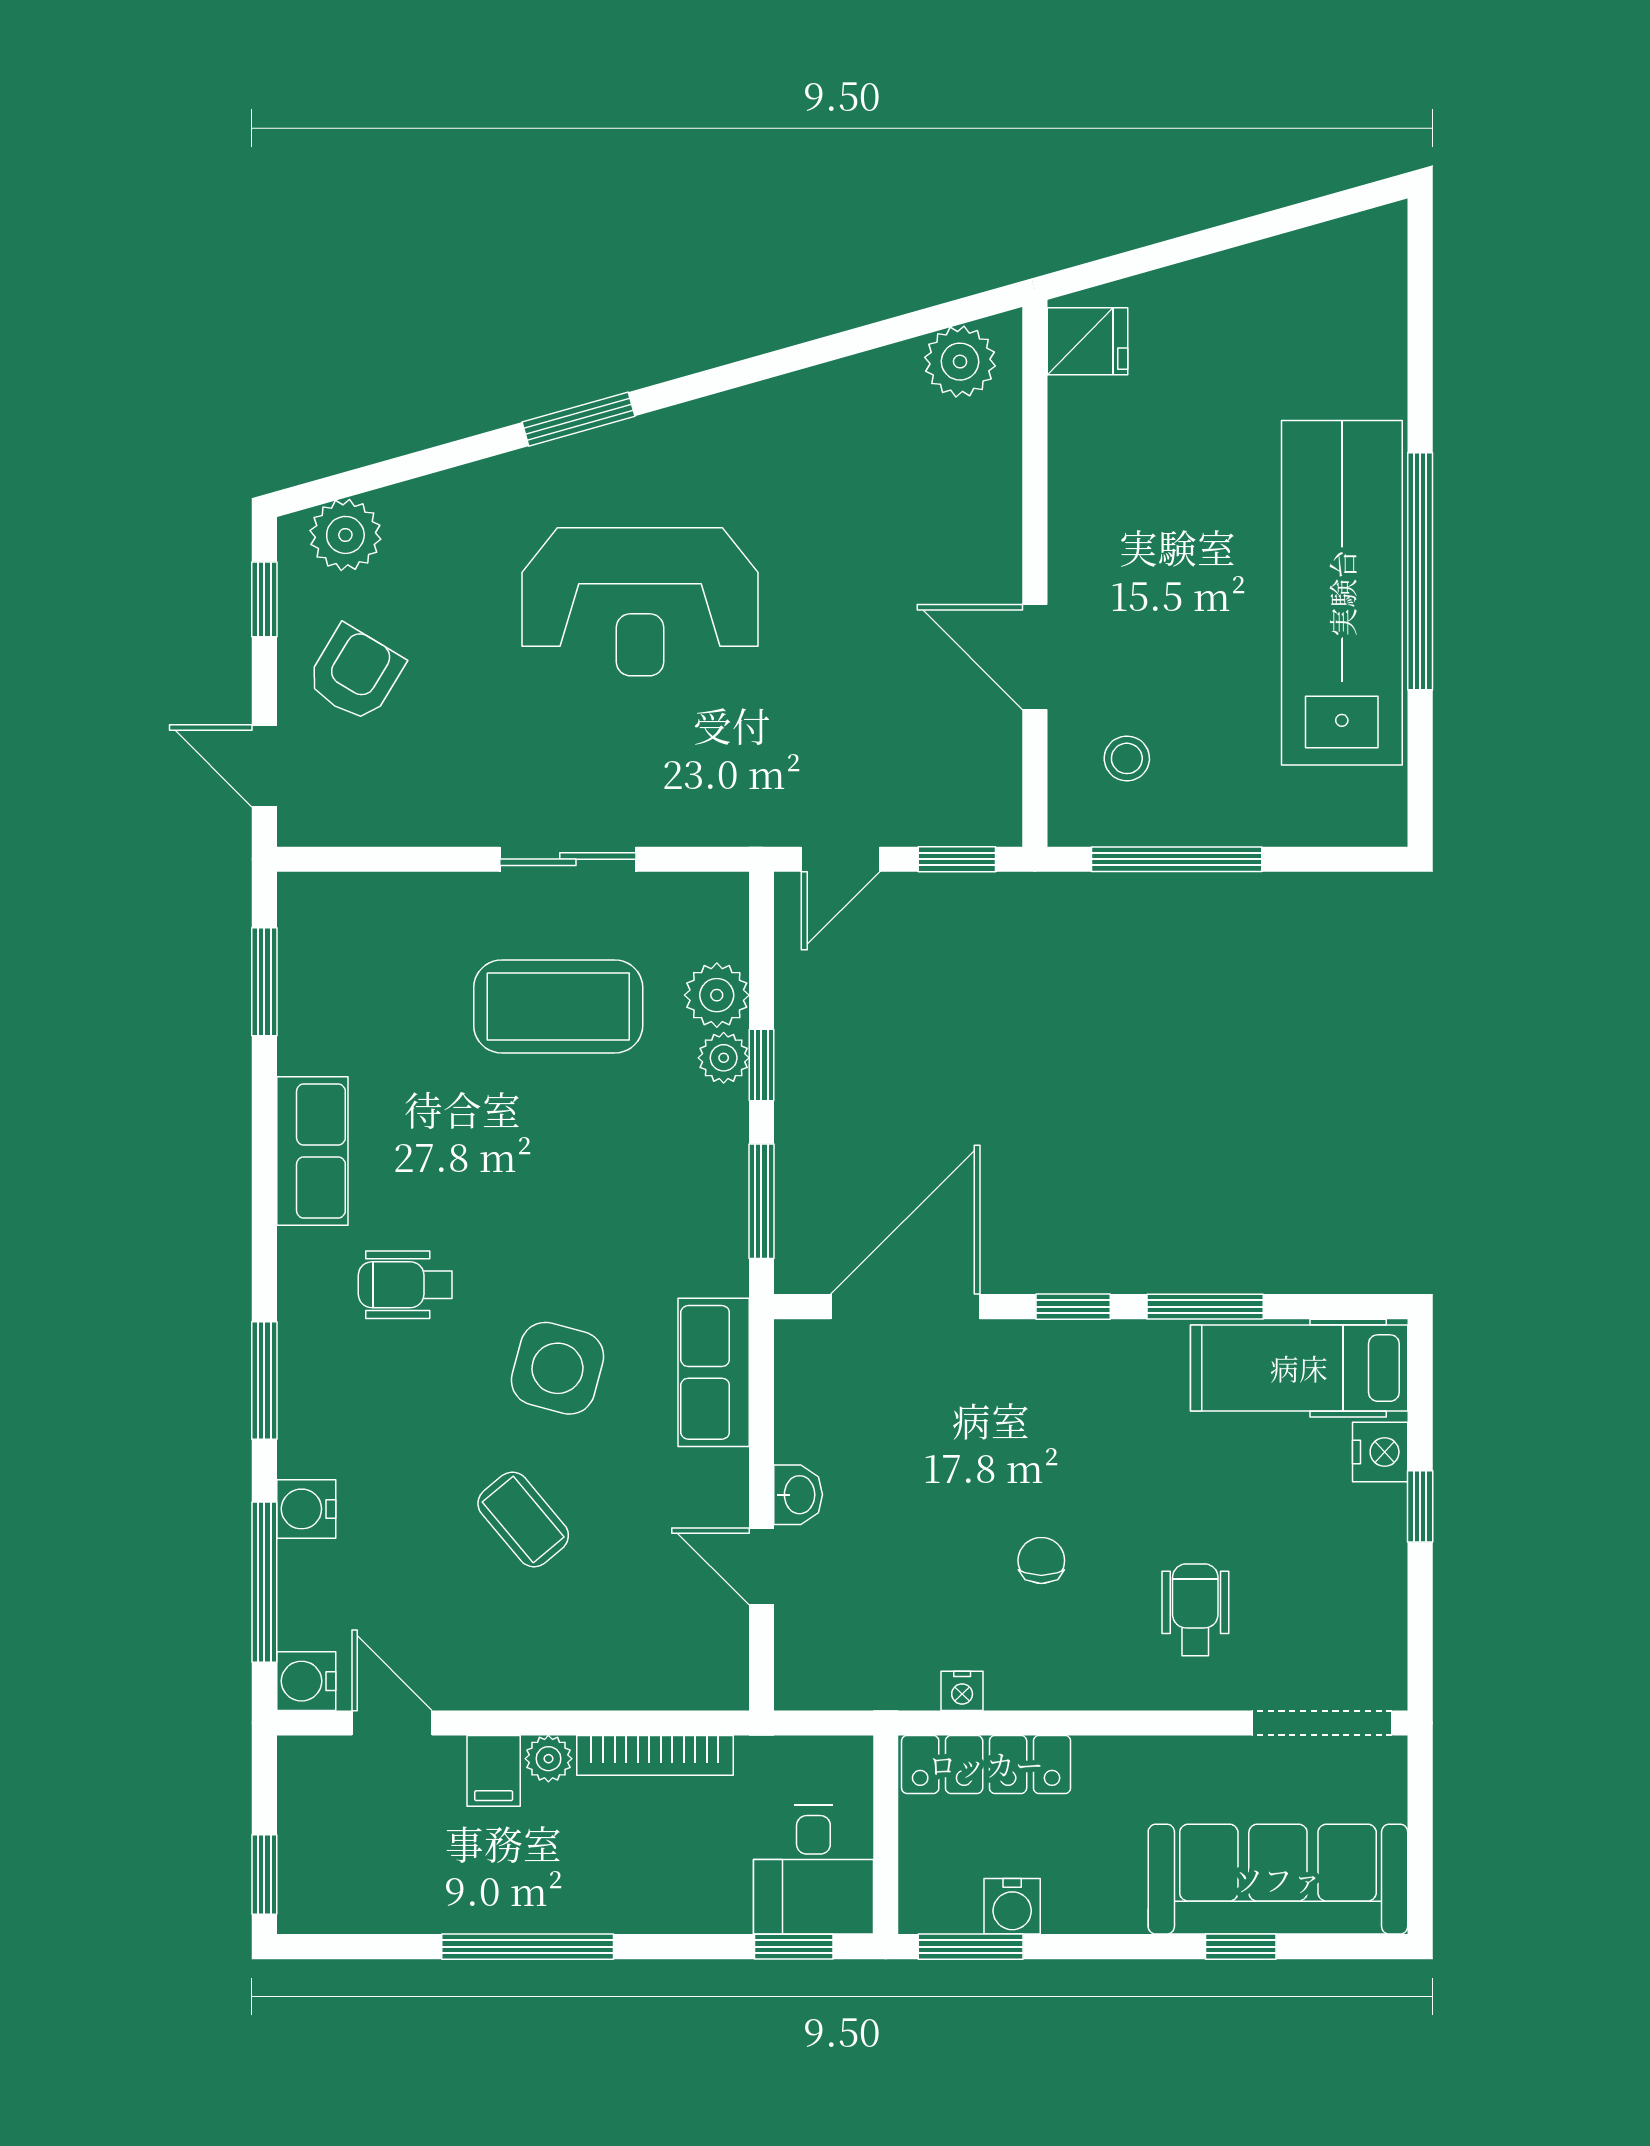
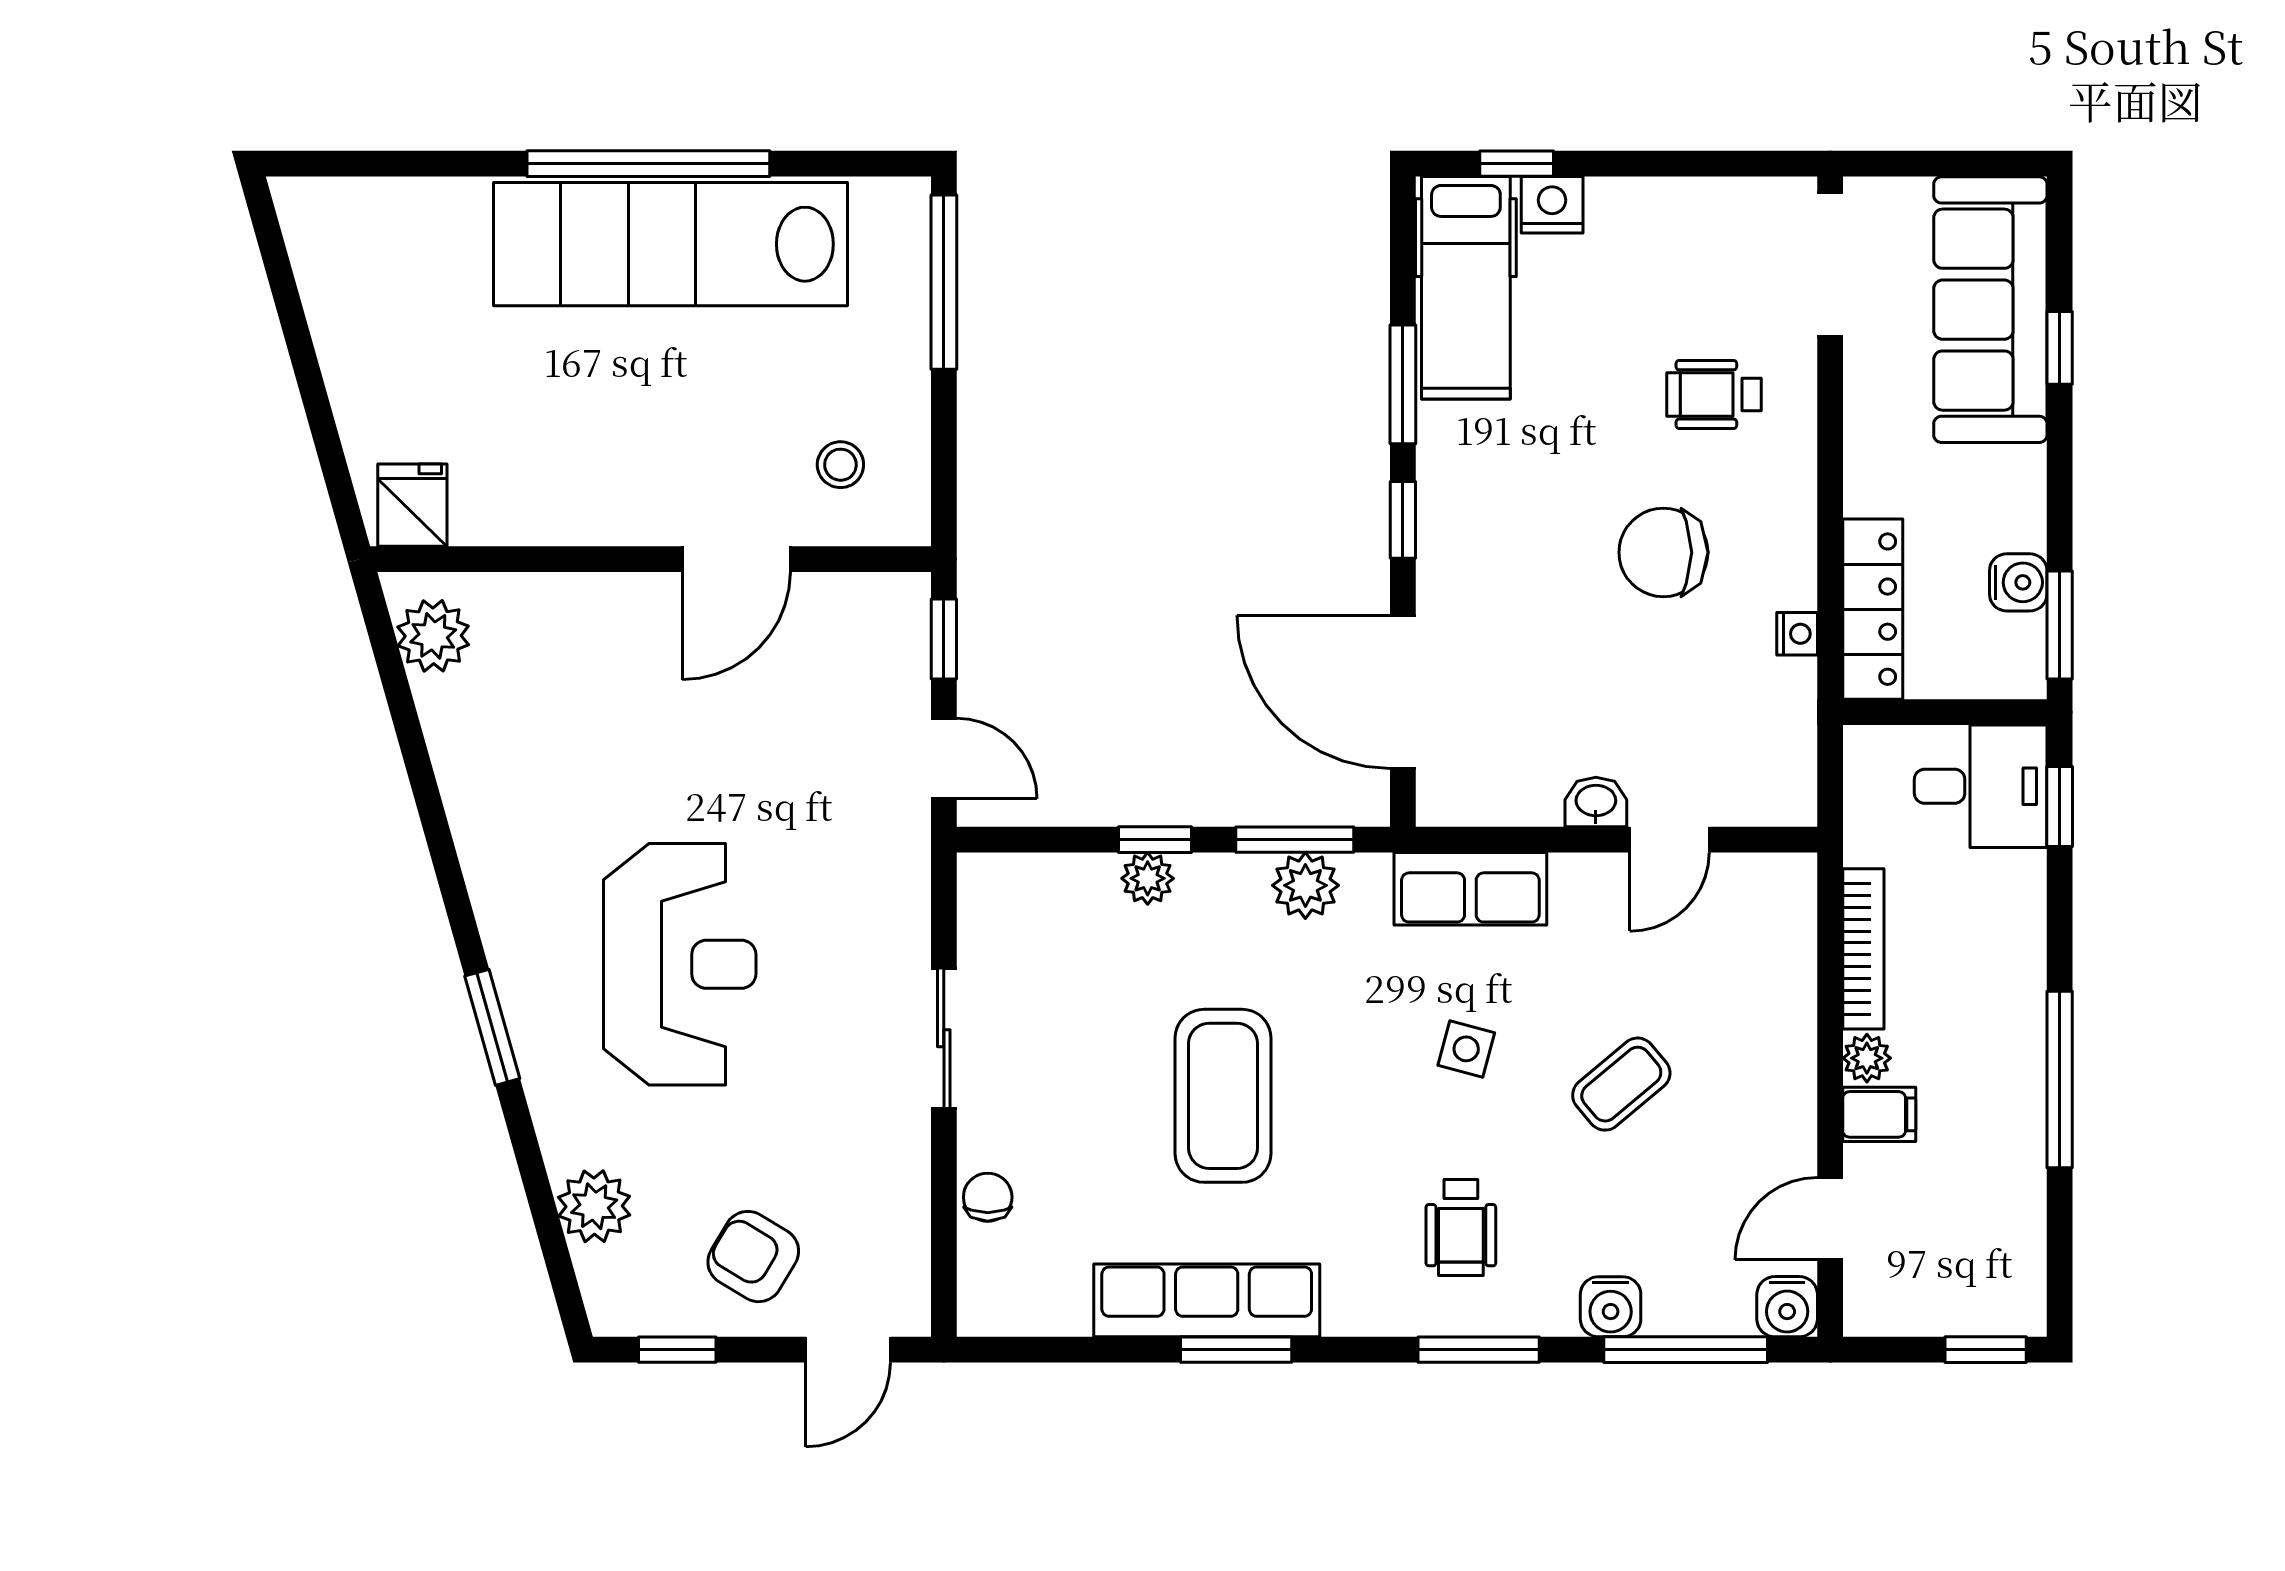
plant: (345, 535) -> (594, 1206), moved
window: (1177, 859) -> (944, 282), moved
chair: (413, 902) -> (988, 1197), added
window: (264, 982) -> (1236, 1350), moved
plant: (717, 995) -> (1305, 885), moved
coffee table: (558, 1006) -> (1223, 1096), moved
row of seats: (312, 1151) -> (1207, 1300), width x1.48
wheelchair: (405, 1285) -> (1461, 1227), moved
side table: (557, 1368) -> (1466, 1049), width x0.54, depth x0.54
window: (1420, 1506) -> (1517, 164), moved
chair: (1041, 1560) -> (1663, 552), width x1.87, depth x1.87

